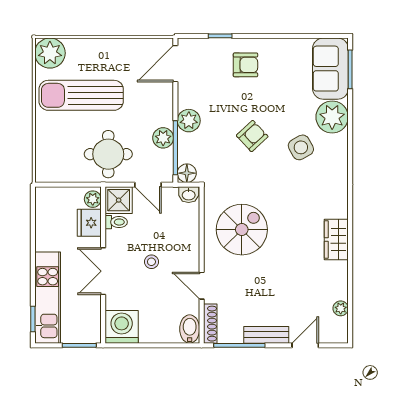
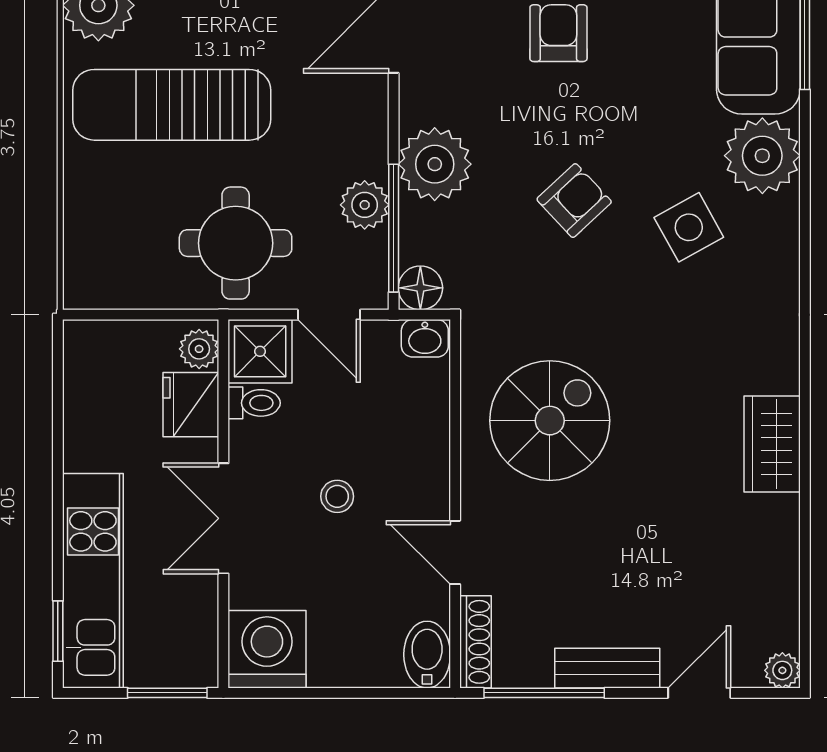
armchair: (245, 65) -> (558, 33), turned -90
plant: (189, 121) -> (435, 164), width x1.36, depth x1.36
plant: (341, 308) -> (782, 670), moved

